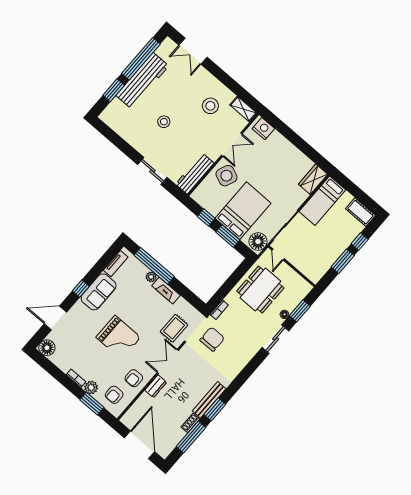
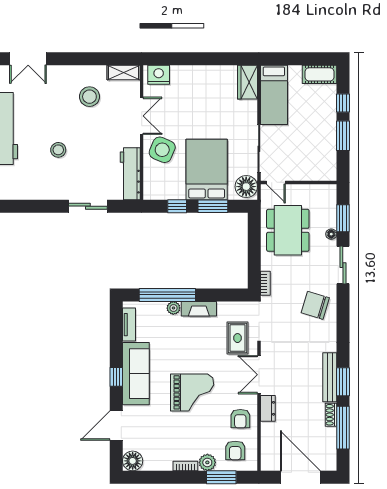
sofa: (99, 292) -> (136, 374), width x1.36
chair: (212, 339) -> (315, 305), moved, turned -73

